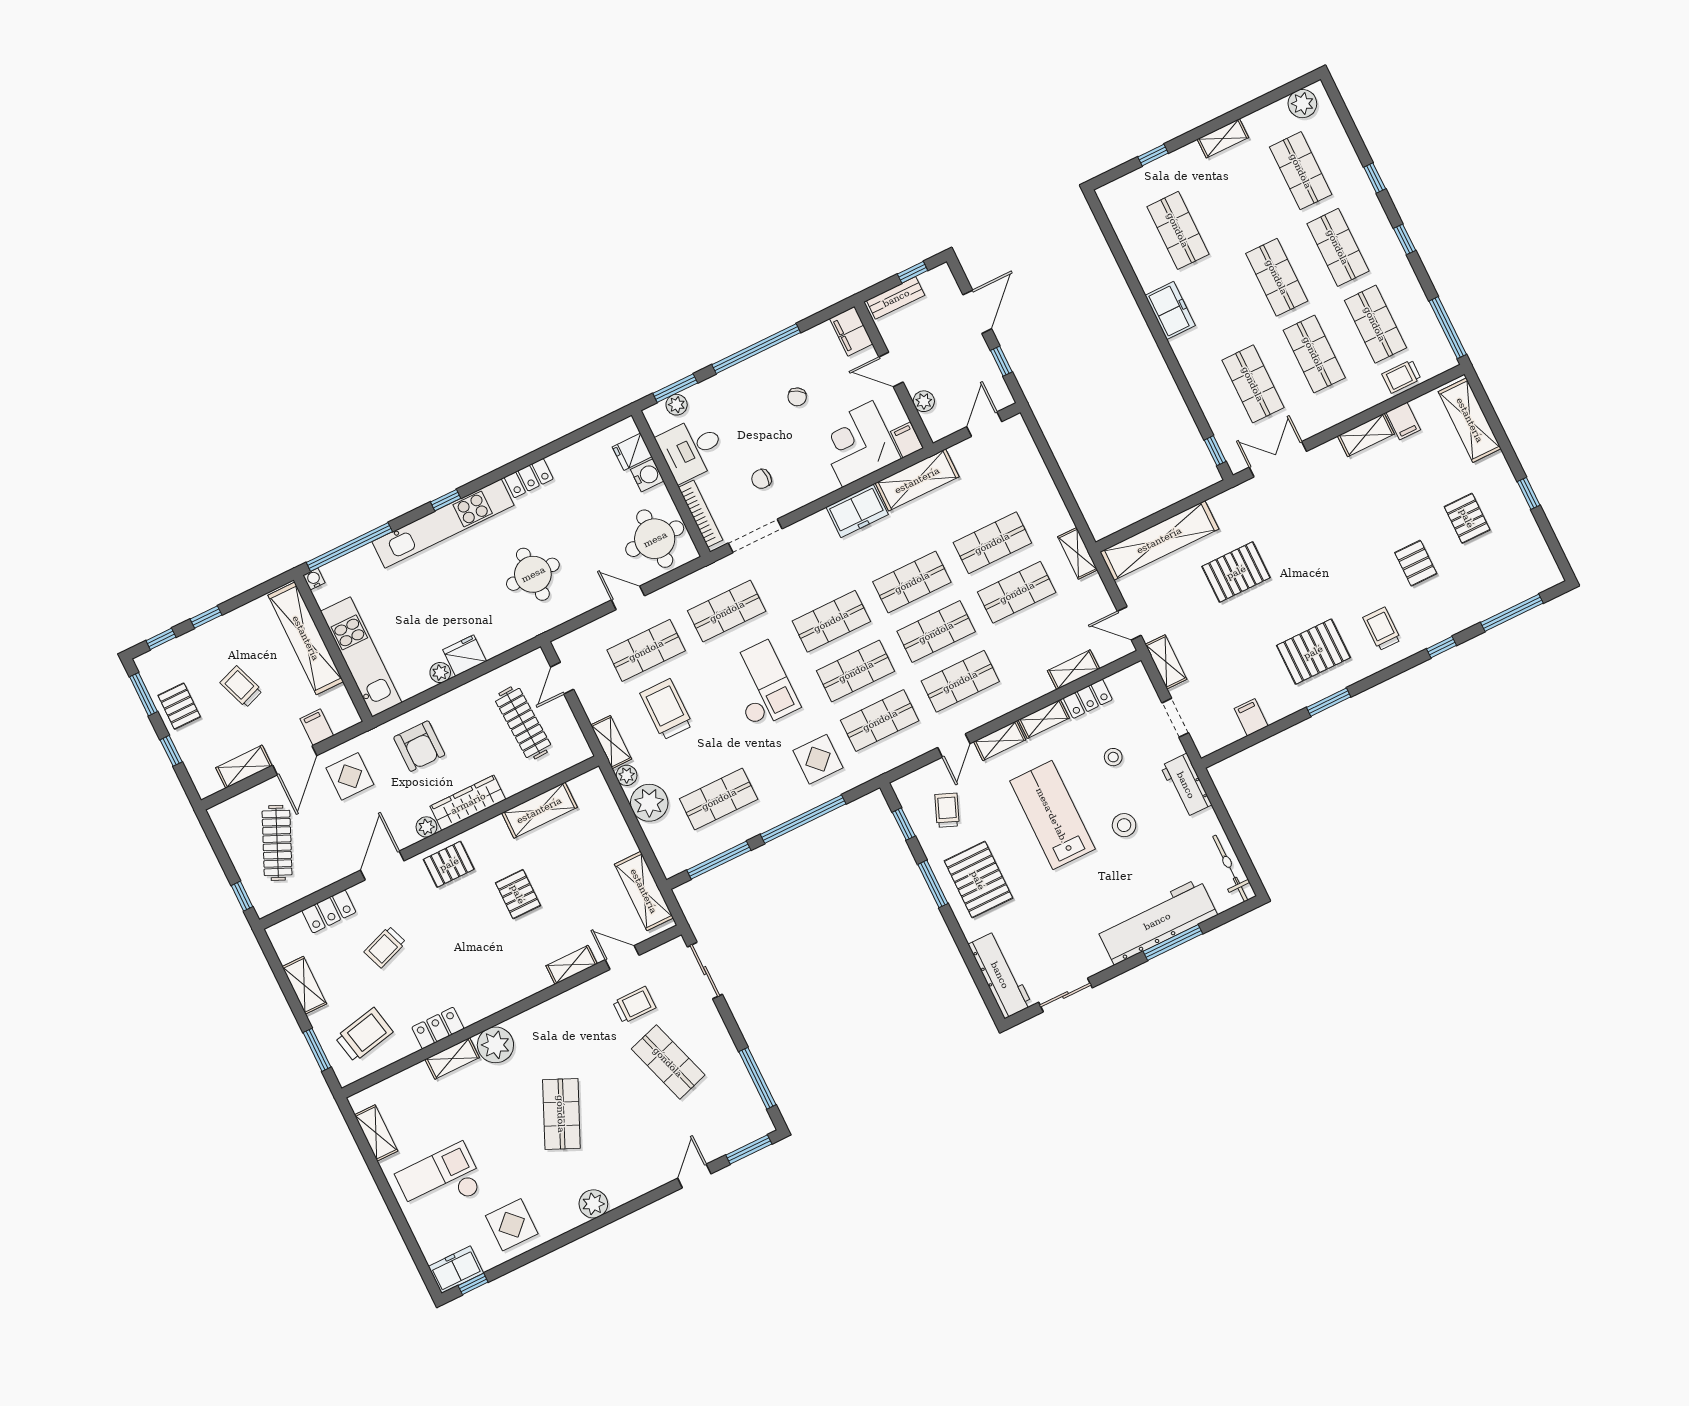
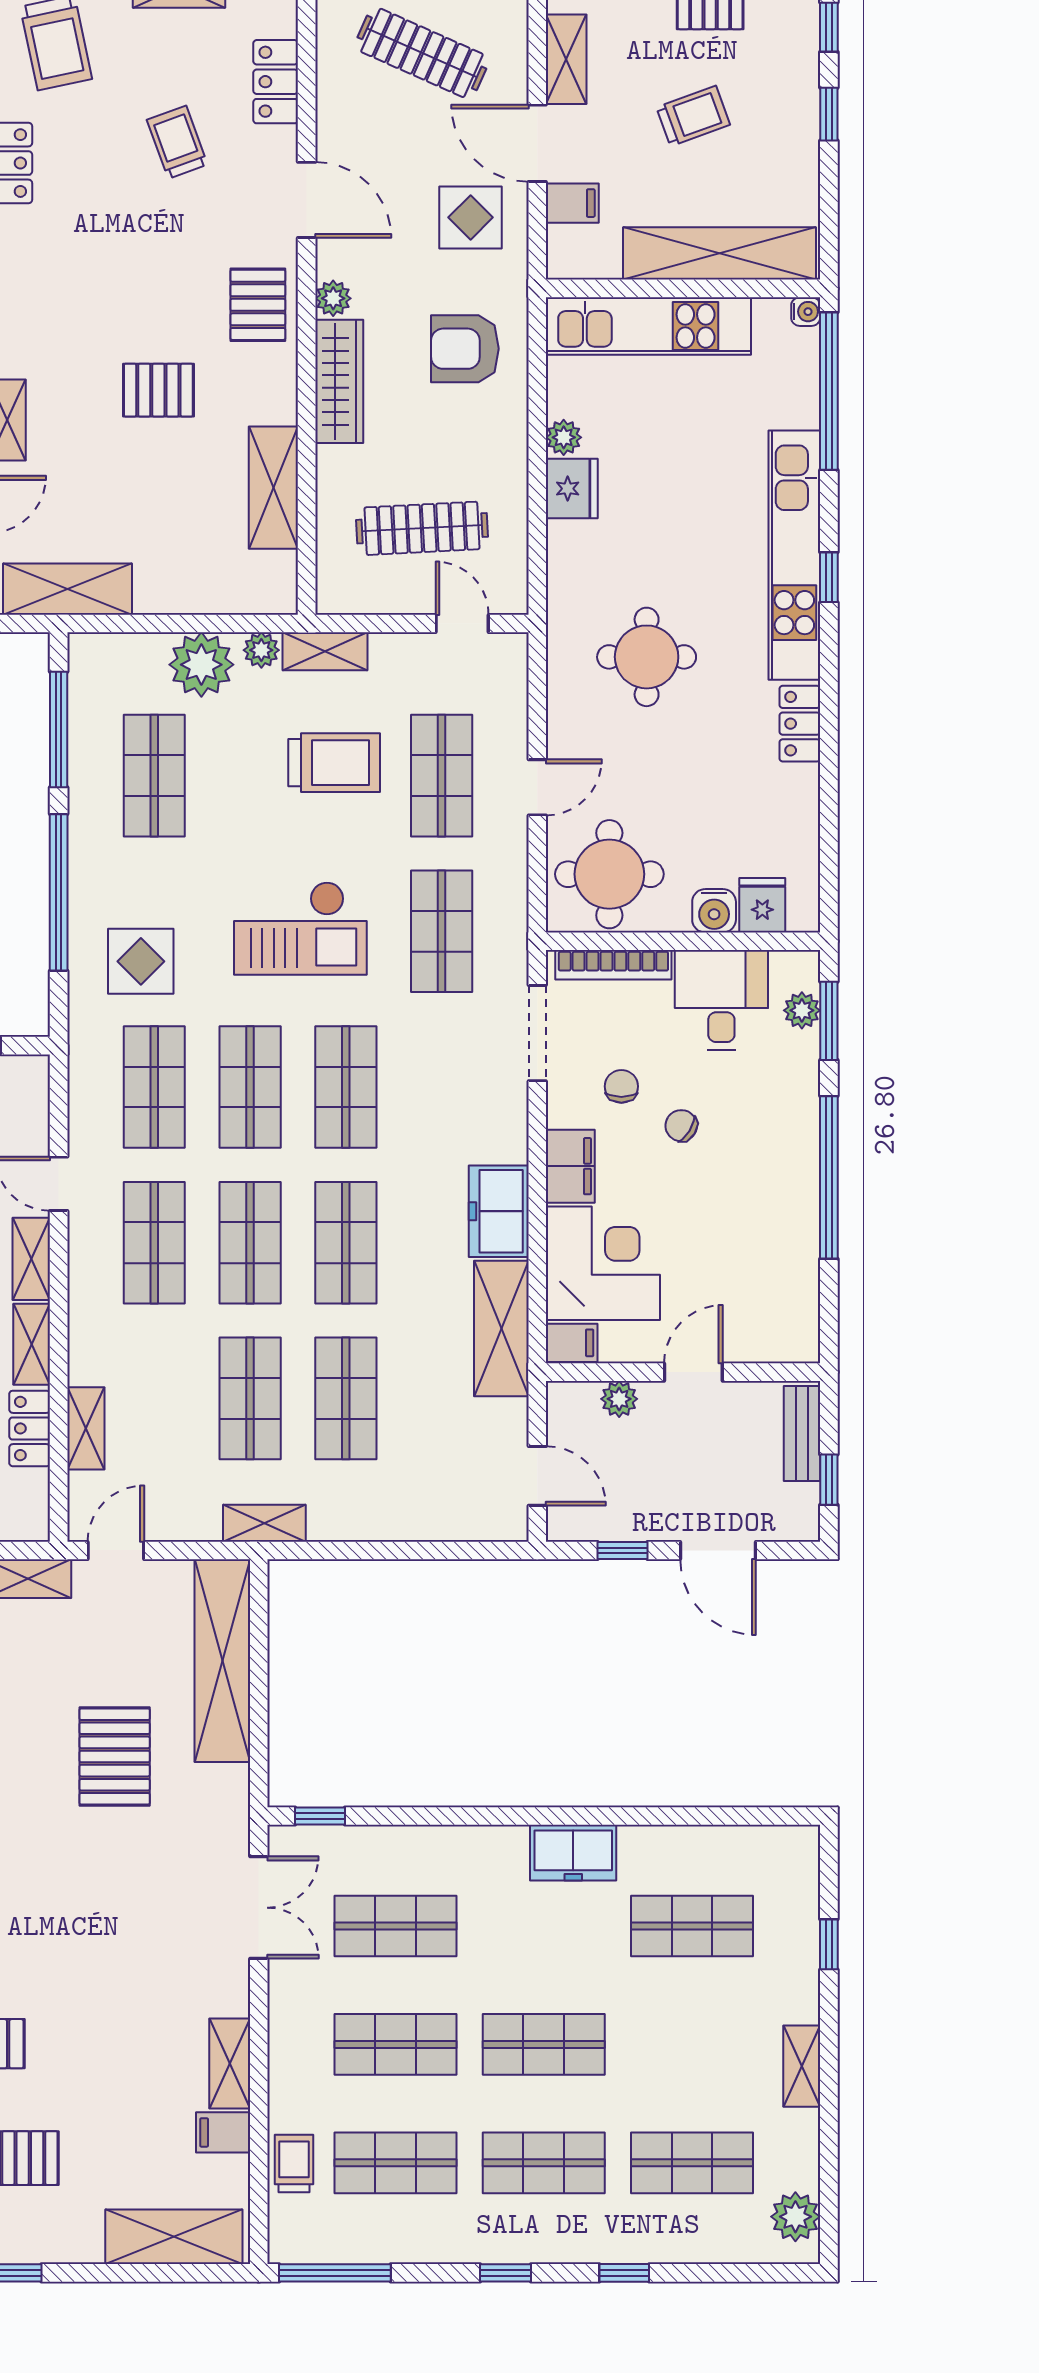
filing cabinet: (851, 331) -> (570, 1166), moved, turned 90
chair: (797, 397) -> (681, 1126), moved

